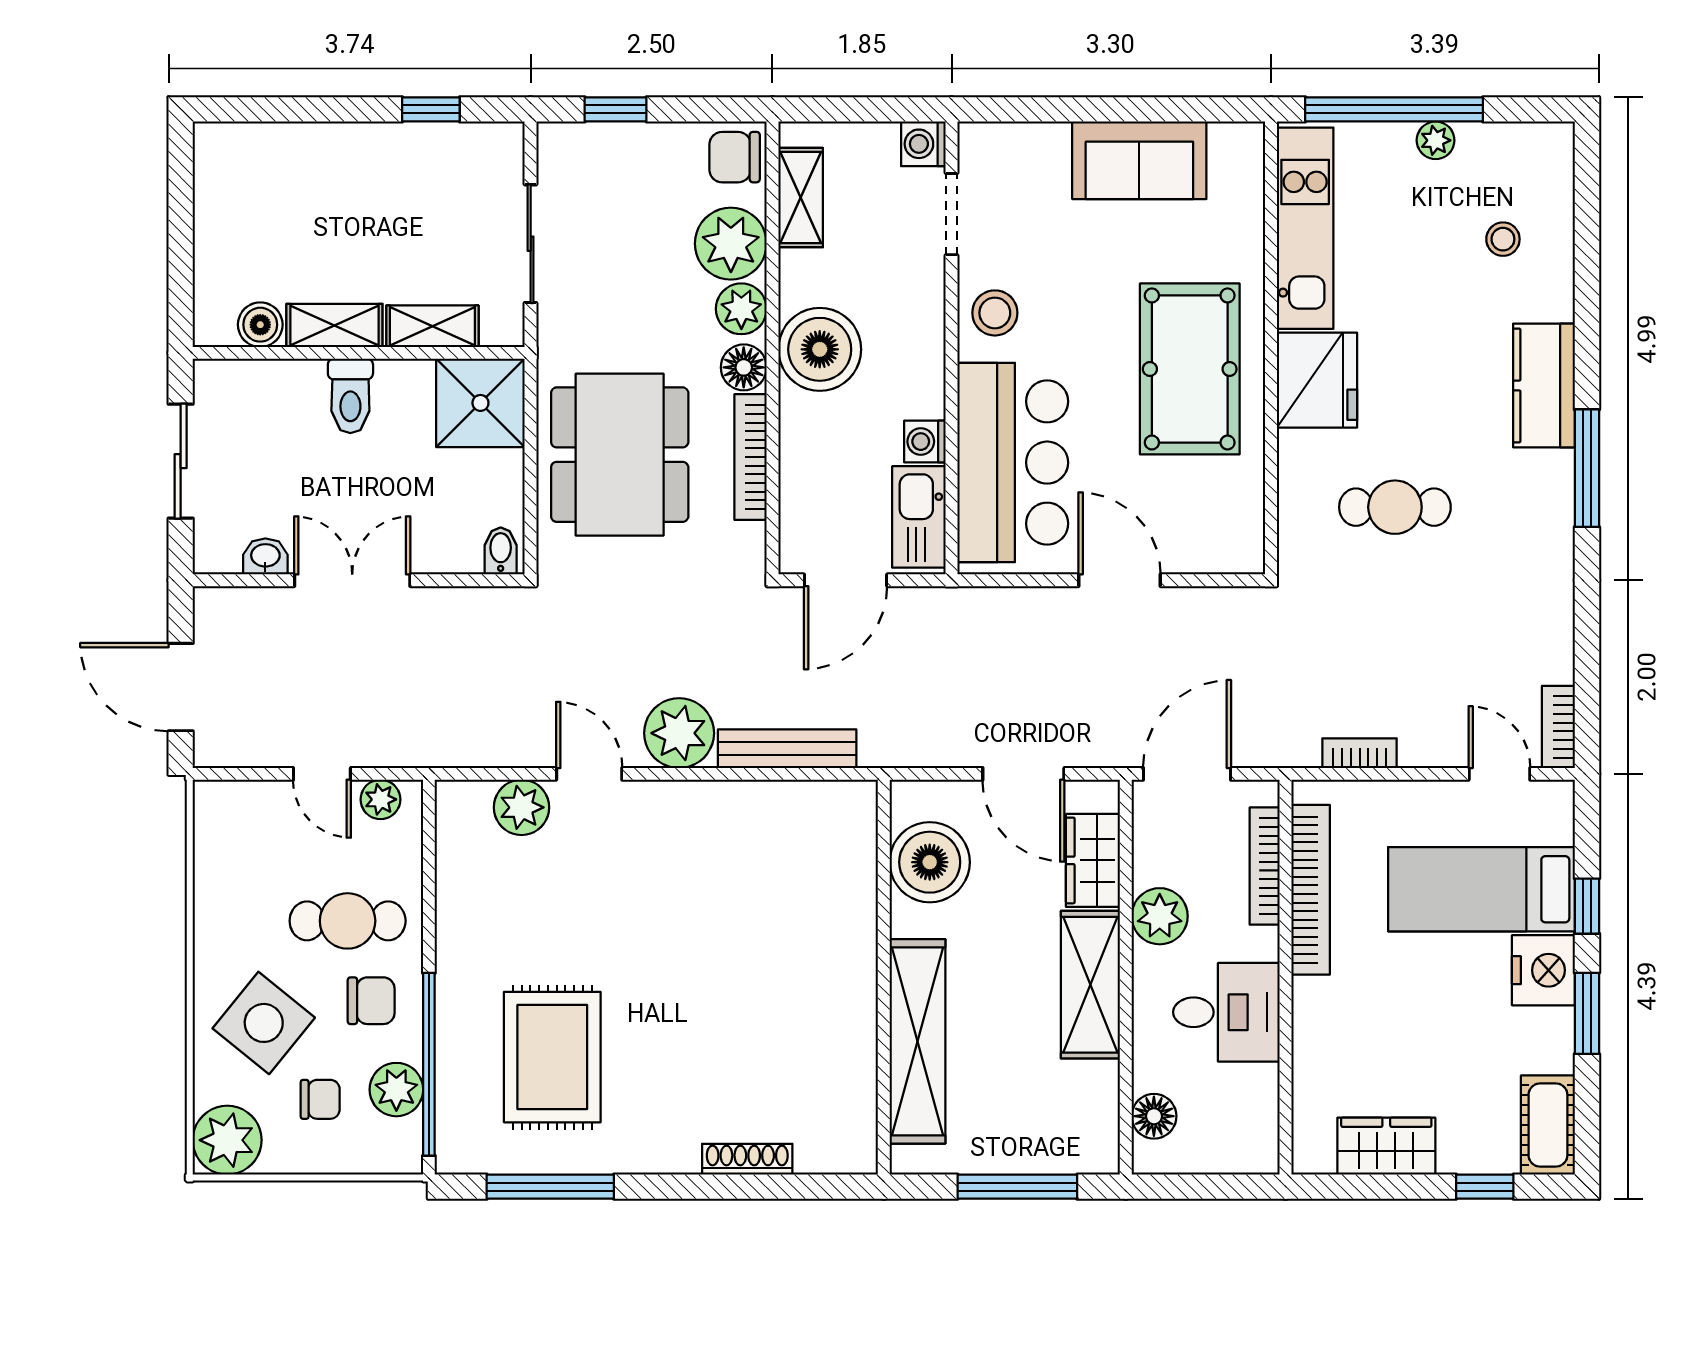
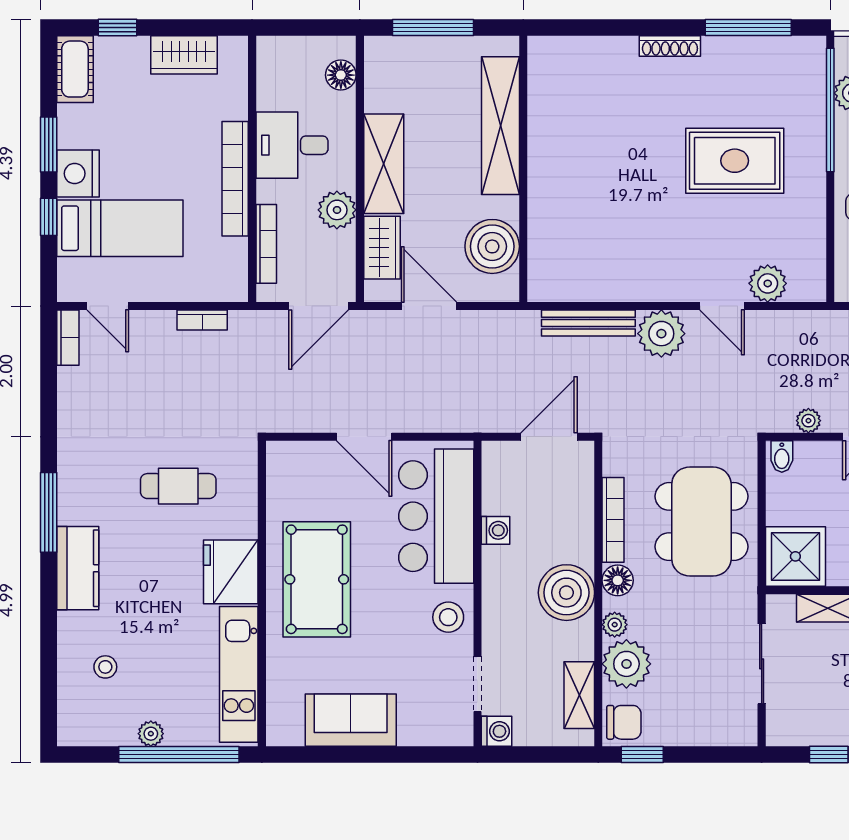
window: (616, 109) -> (642, 755), moved
plant: (741, 309) -> (615, 625), width x0.73, depth x0.73
kitchen sink: (919, 517) -> (499, 479), removed
plant: (461, 604) -> (808, 421), added
bookcase: (1311, 890) -> (235, 179), moved
rug: (552, 1057) -> (735, 161), moved, turned 90
shoe rack: (747, 1159) -> (670, 46), moved

